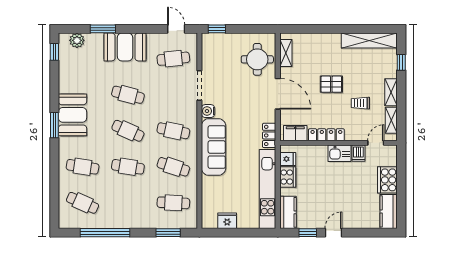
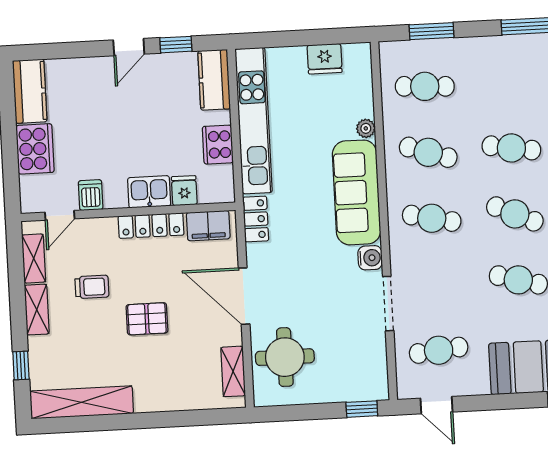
kitchen sink: (340, 153) -> (149, 192), moved
fridge: (288, 159) -> (184, 191), moved, turned 90
plant: (207, 182) -> (366, 128), added

